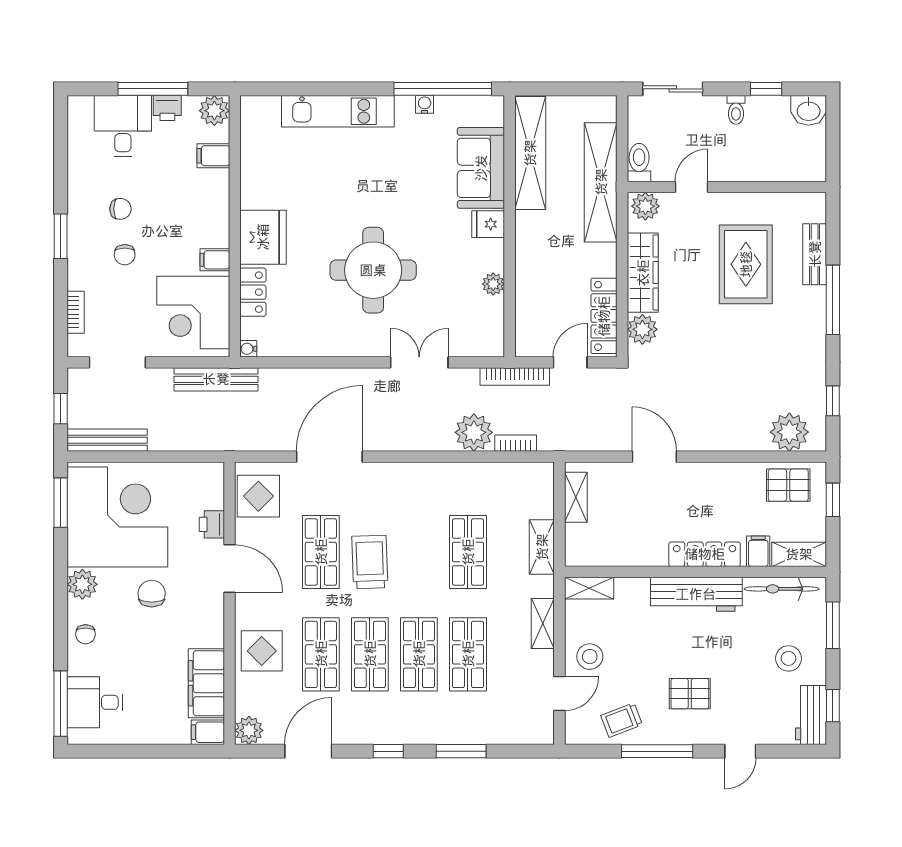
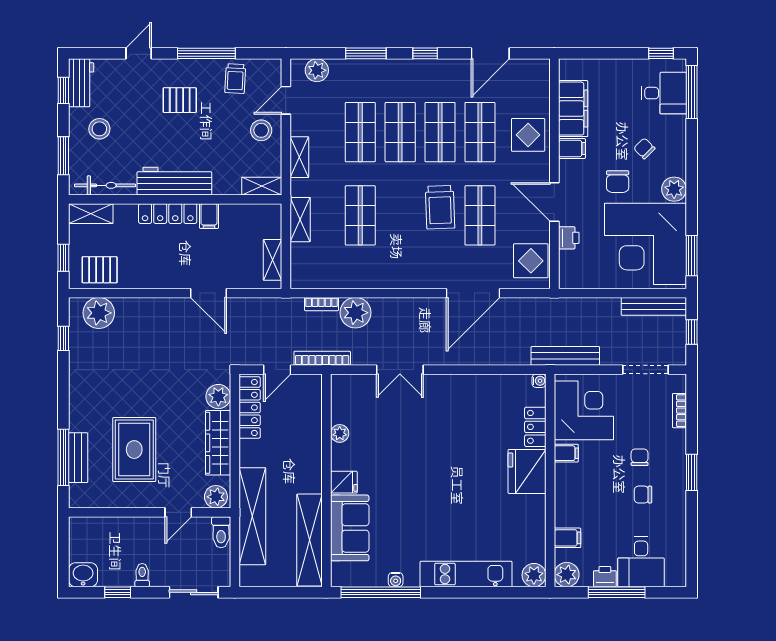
plant: (255, 110) -> (534, 575), added
round table: (373, 270) -> (437, 445), removed
window: (833, 300) -> (63, 457), moved
filing cabinet: (758, 551) -> (209, 216), moved
chair: (85, 634) -> (644, 148), moved, turned -45
trolley: (622, 720) -> (235, 79), turned 114
plant: (249, 730) -> (317, 70), moved
filing cabinet: (208, 732) -> (572, 148), moved
window: (98, 751) -> (661, 53), added

